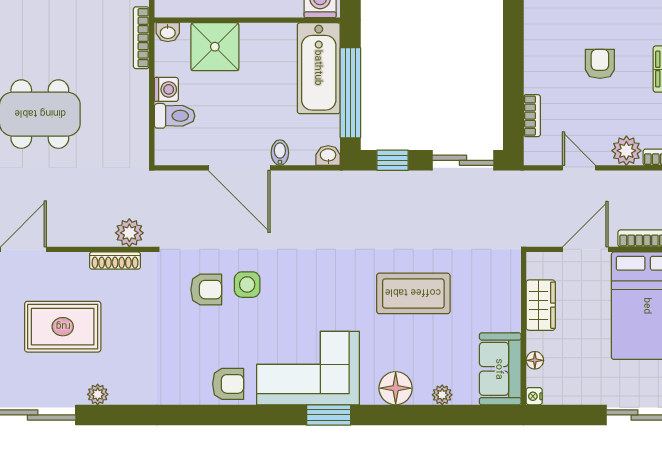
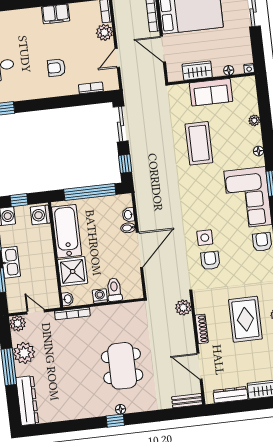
armchair: (600, 64) -> (56, 68), moved
bathtub: (319, 68) -> (67, 231), moved, turned -90
washbasin: (328, 156) -> (128, 215), moved
shoe rack: (115, 261) -> (202, 329), moved
rug: (63, 327) -> (245, 319), moved
sofa: (500, 369) -> (211, 92), moved
floor lamp: (396, 388) -> (258, 151), width x0.53, depth x0.53

